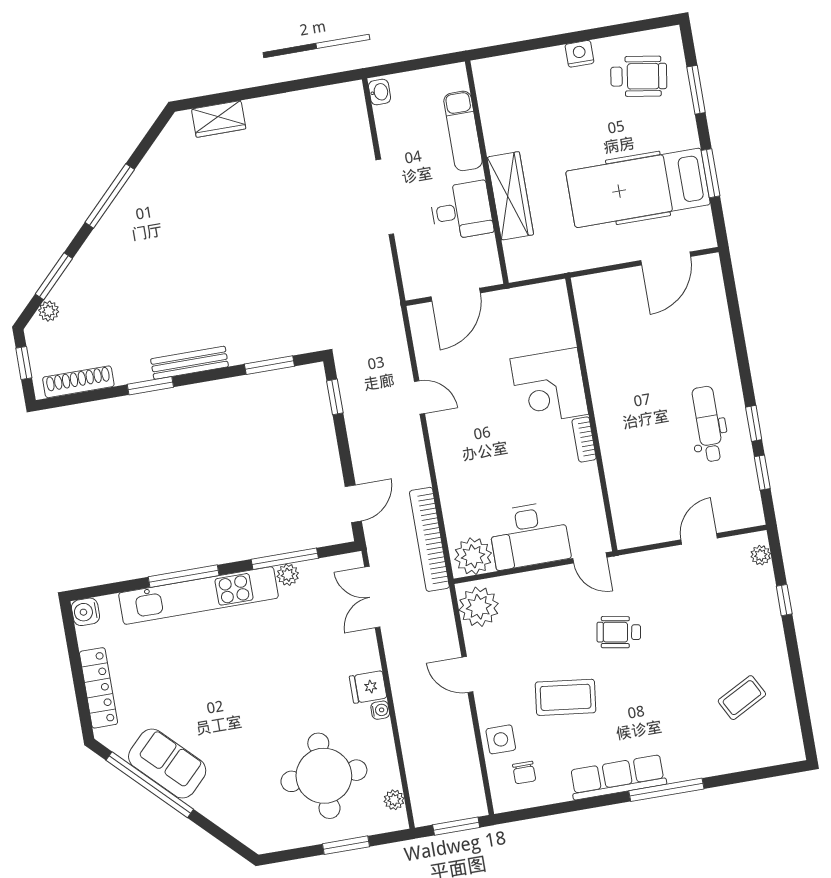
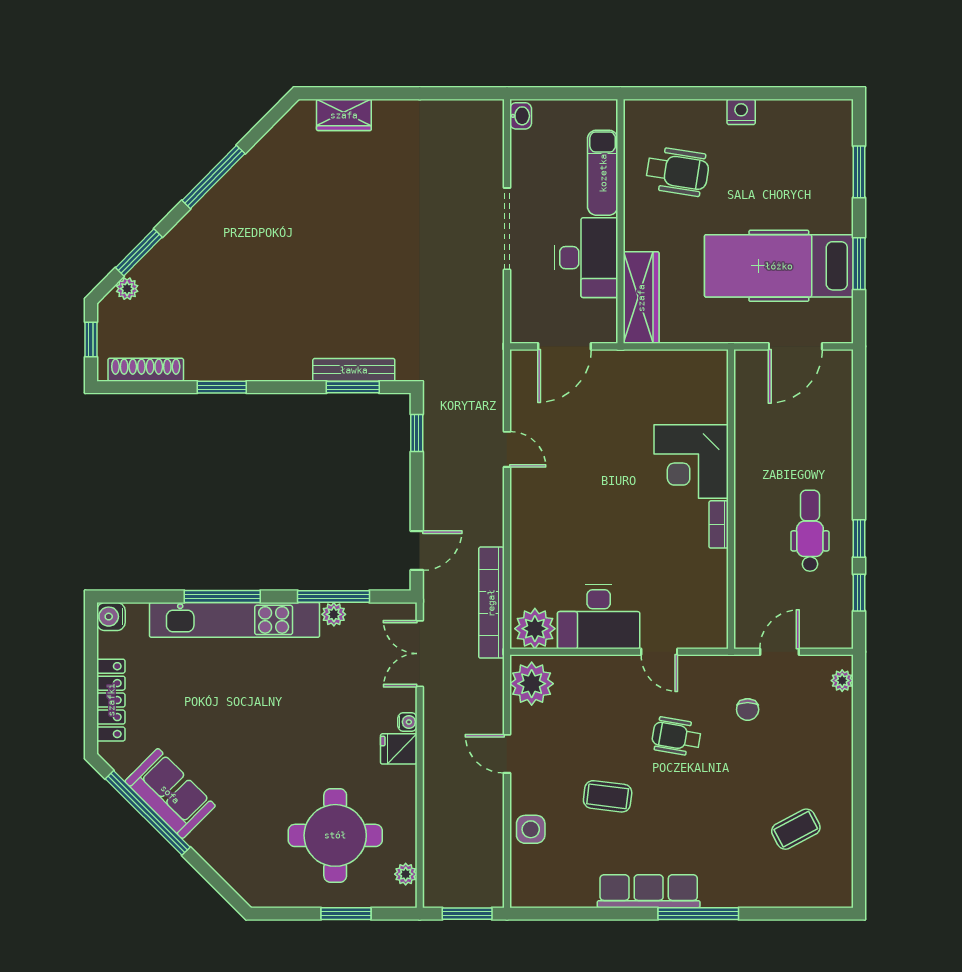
wheelchair: (639, 76) -> (677, 171), moved
wardrobe: (510, 196) -> (641, 298), moved
desk: (461, 211) -> (586, 258), width x1.37
bench: (190, 363) -> (354, 370), moved
corner desk: (549, 386) -> (691, 461), moved
wall: (591, 414) -> (731, 499), moved
bookcase: (584, 439) -> (719, 524), moved
window: (784, 600) -> (859, 733), removed
coffee table: (566, 697) -> (608, 796), width x0.73, depth x0.77
water cooler: (380, 710) -> (407, 722), moved
chair: (524, 773) -> (748, 710), moved

